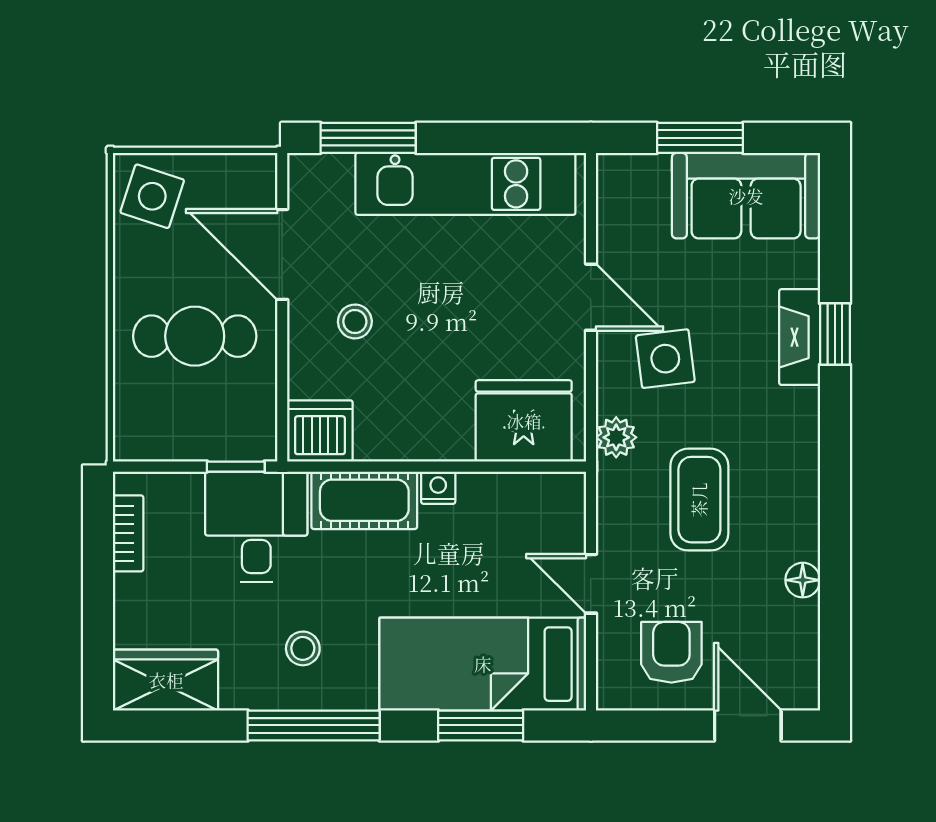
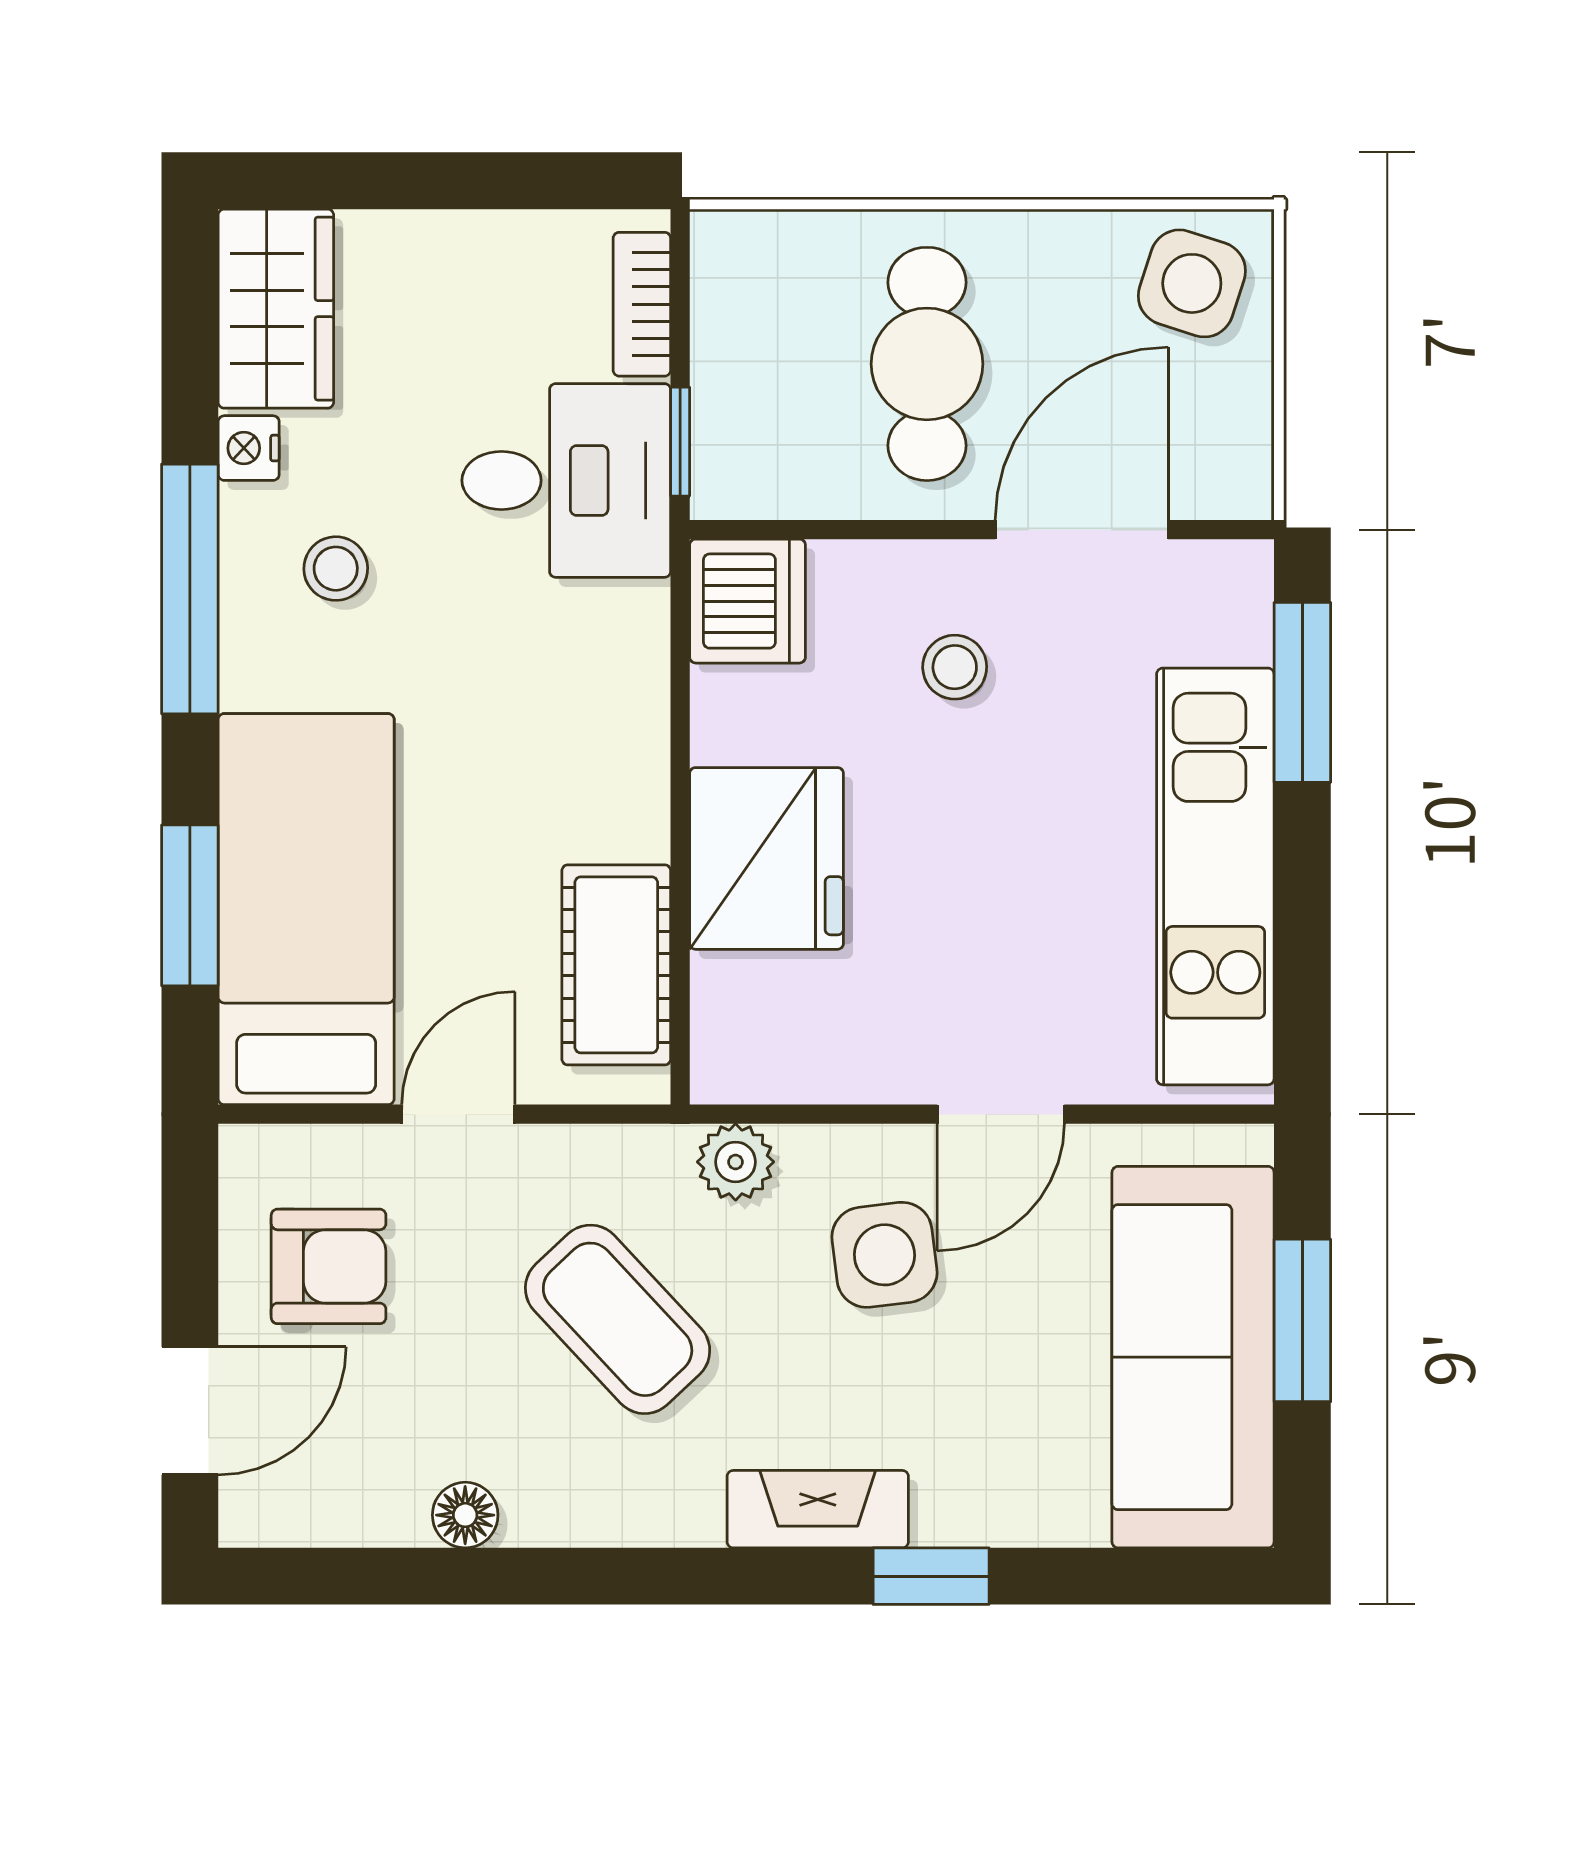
sofa: (746, 196) -> (1193, 1357), width x1.36
fireplace: (800, 337) -> (818, 1509), moved
fridge: (524, 421) -> (767, 858), moved
nightstand: (438, 488) -> (249, 448), moved, turned 180
cot: (364, 500) -> (616, 965), moved
coffee table: (699, 500) -> (618, 1319), turned 47
bookcase: (128, 533) -> (642, 304), moved, turned 90

